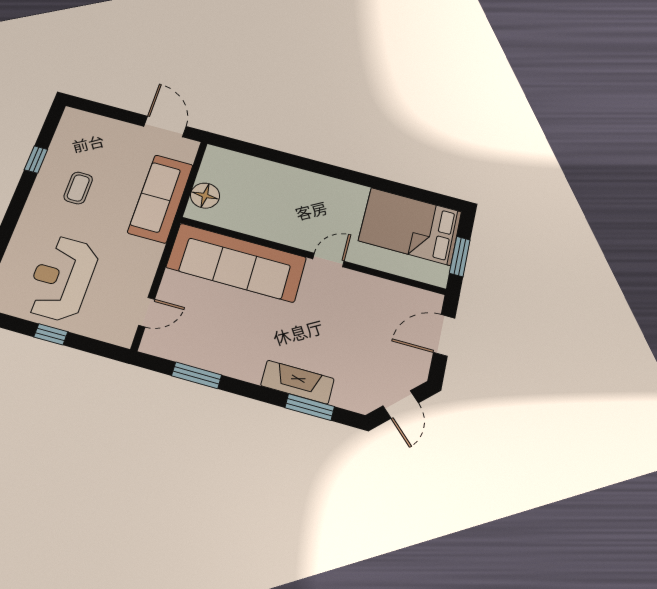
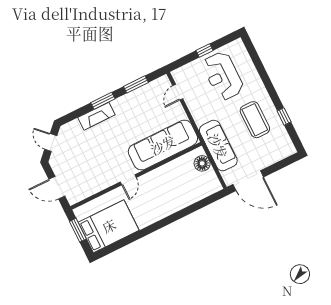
door: (165, 126) -> (248, 181), width x1.36
coffee table: (78, 188) -> (255, 120), width x1.86, depth x1.72
reception desk: (62, 278) -> (223, 76), turned 180
door: (444, 335) -> (57, 188), swing flipped
window: (310, 407) -> (103, 101), moved

